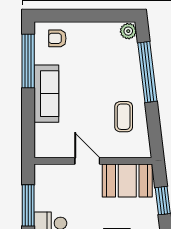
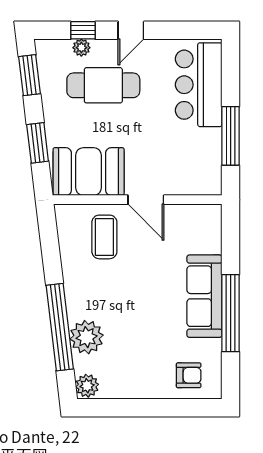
window: (28, 61) -> (231, 313), moved
plant: (129, 65) -> (87, 337), added
coffee table: (124, 117) -> (104, 237), moved

